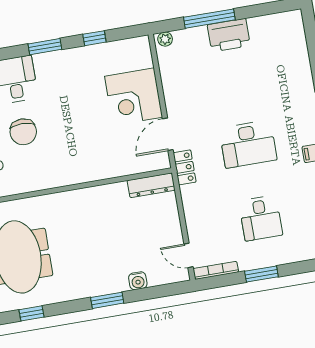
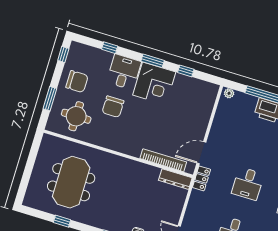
corner desk: (134, 97) -> (154, 83), moved, turned -90
desk: (248, 144) -> (248, 184), width x0.73
bookcase: (123, 169) -> (163, 160), added

